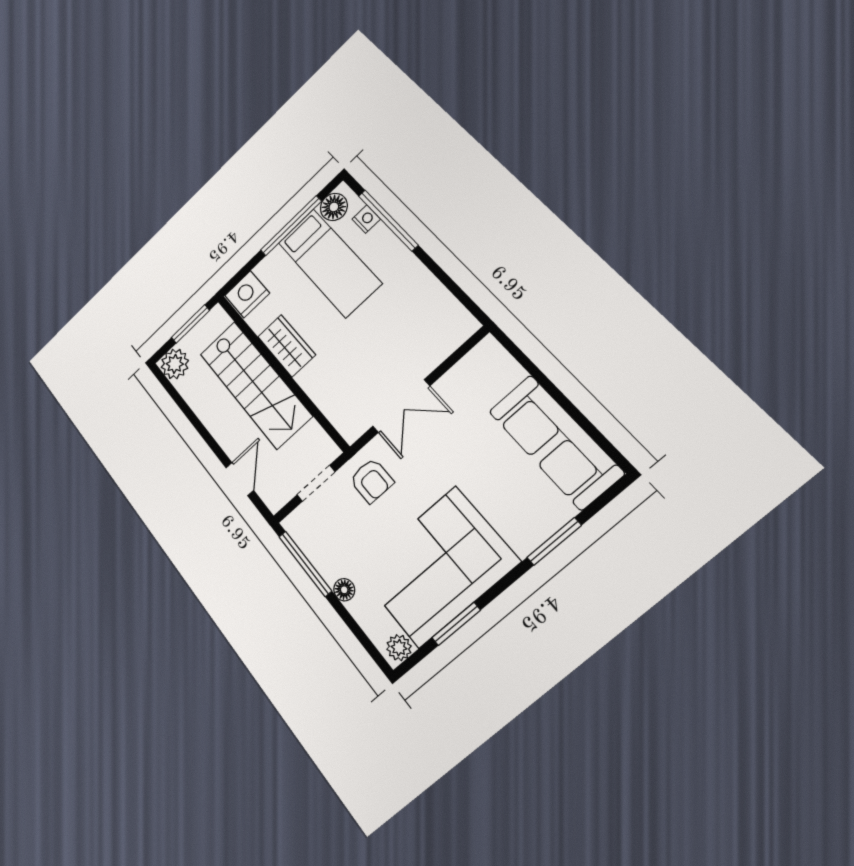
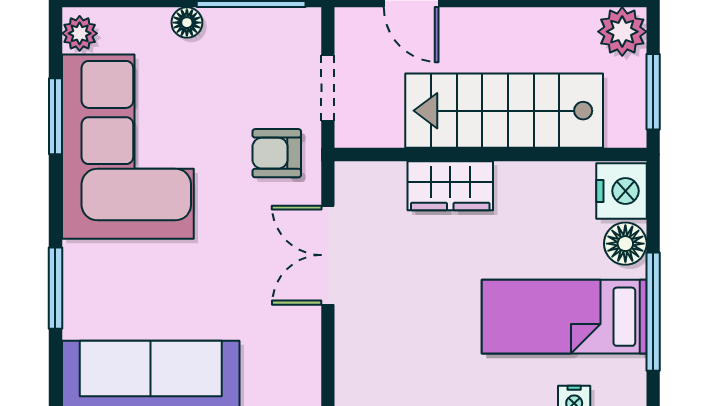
floor lamp: (334, 207) -> (625, 244), moved
wardrobe: (286, 346) -> (450, 186), moved

